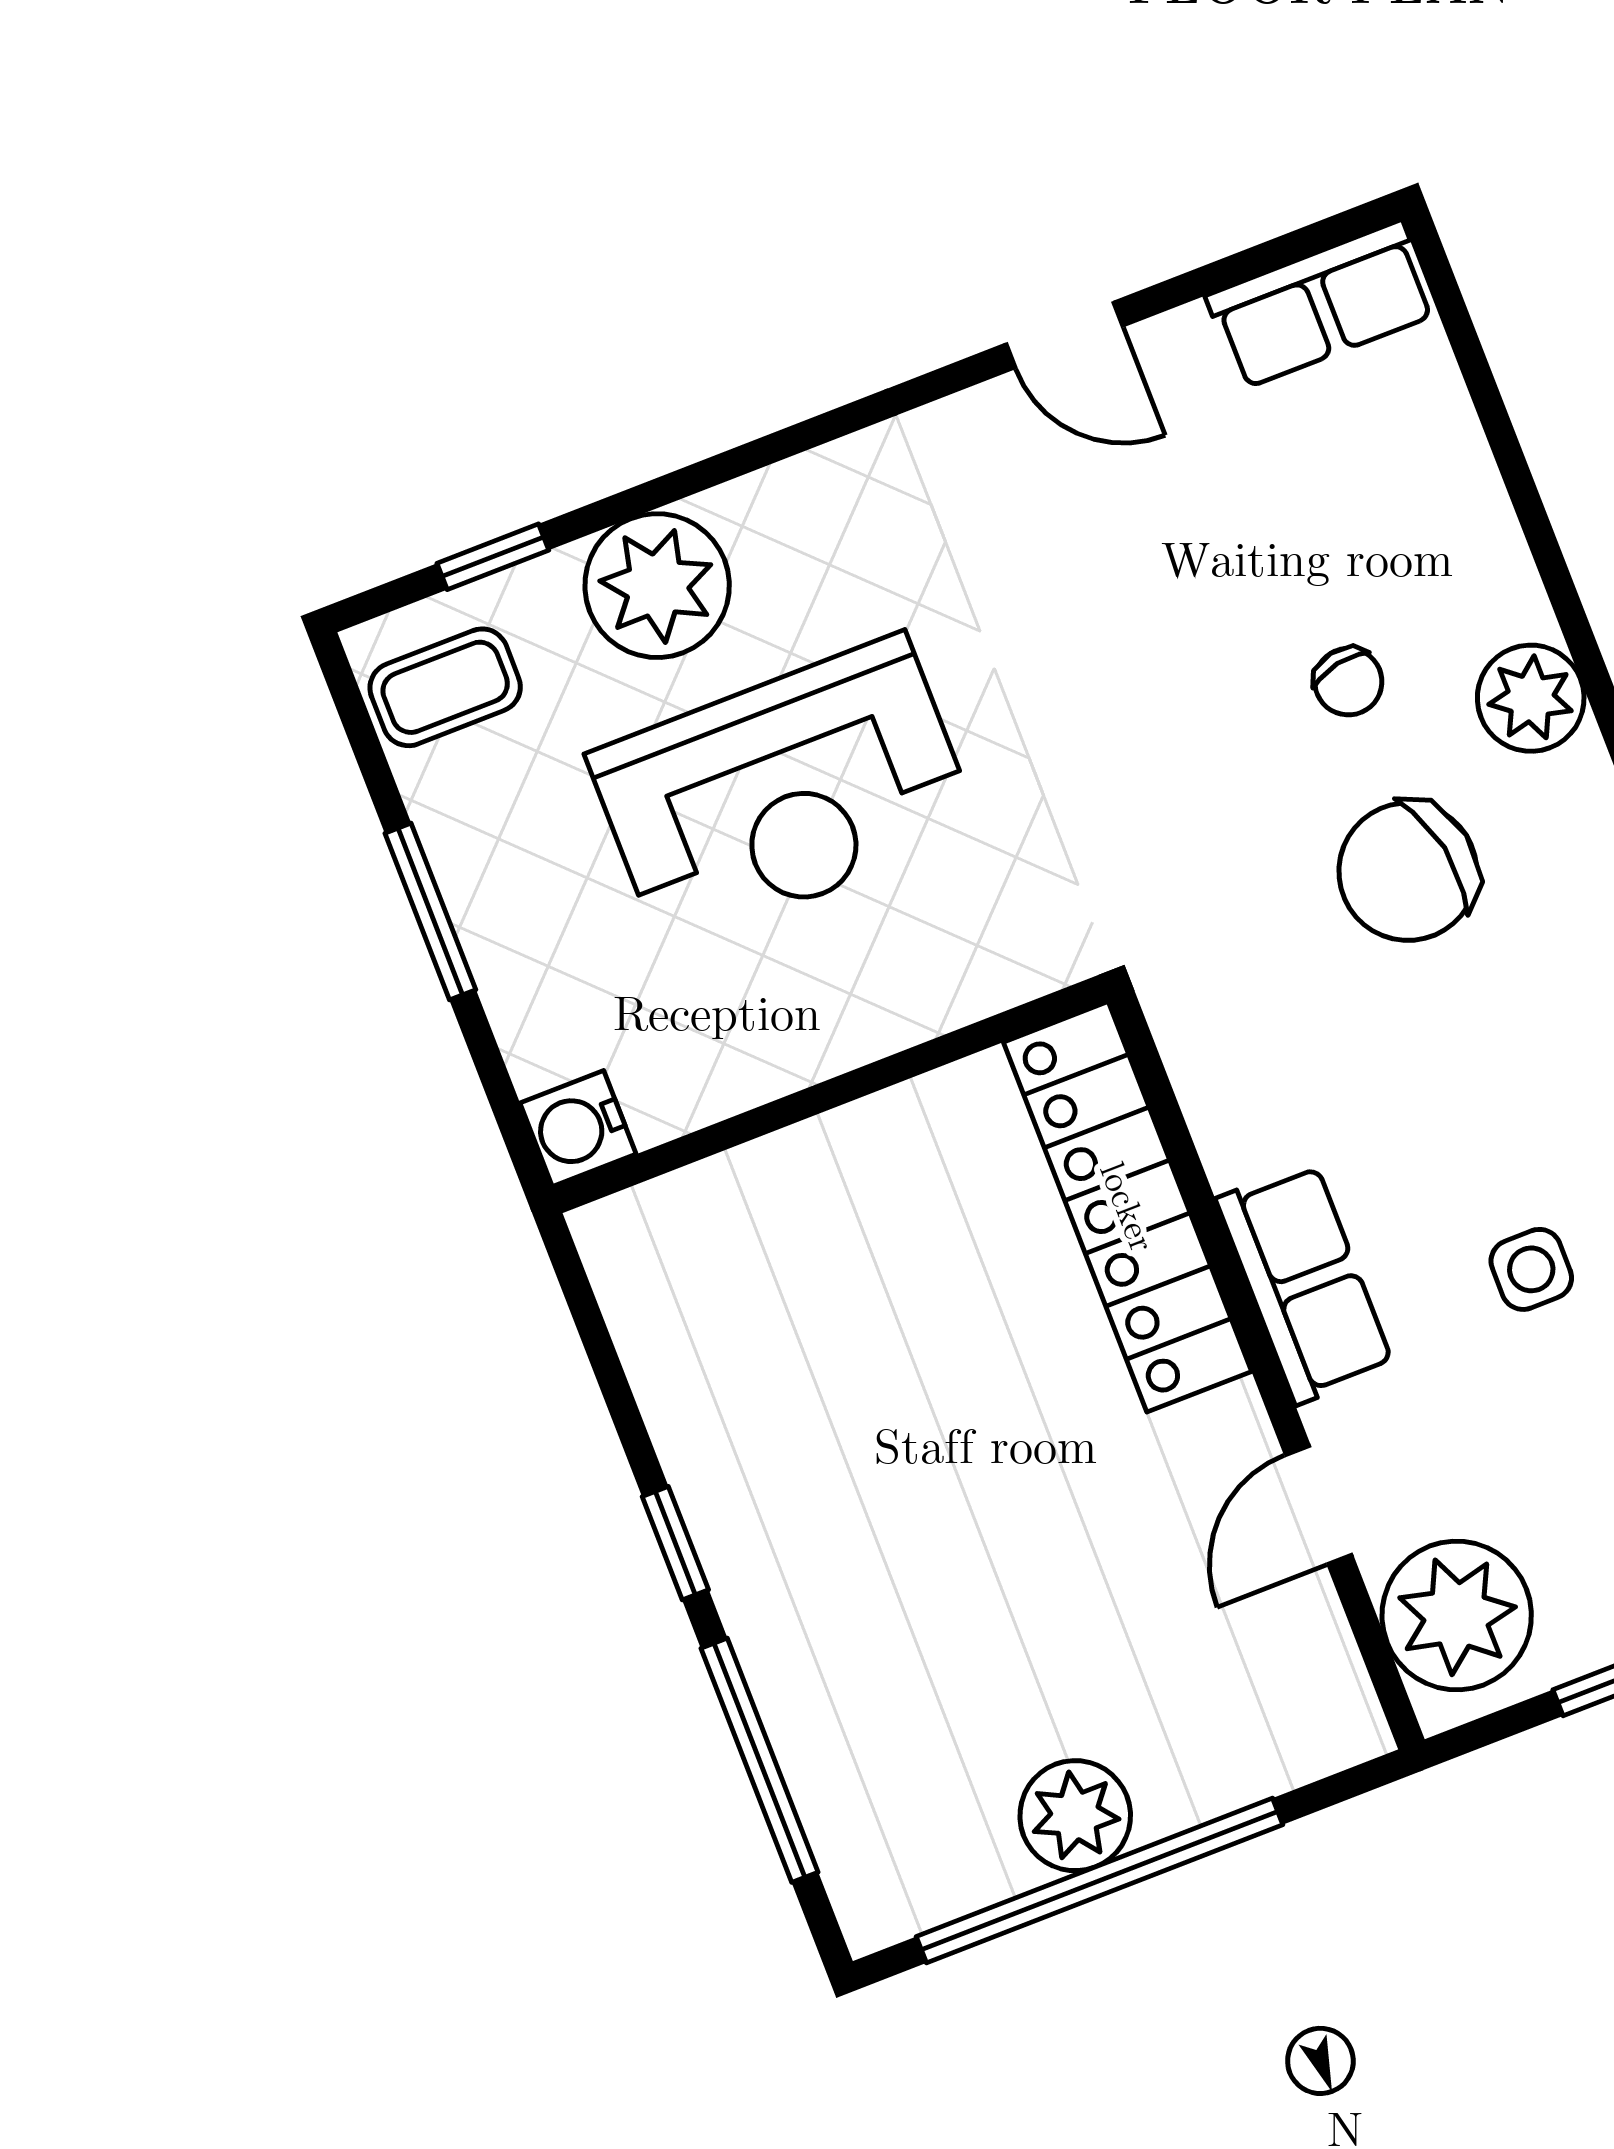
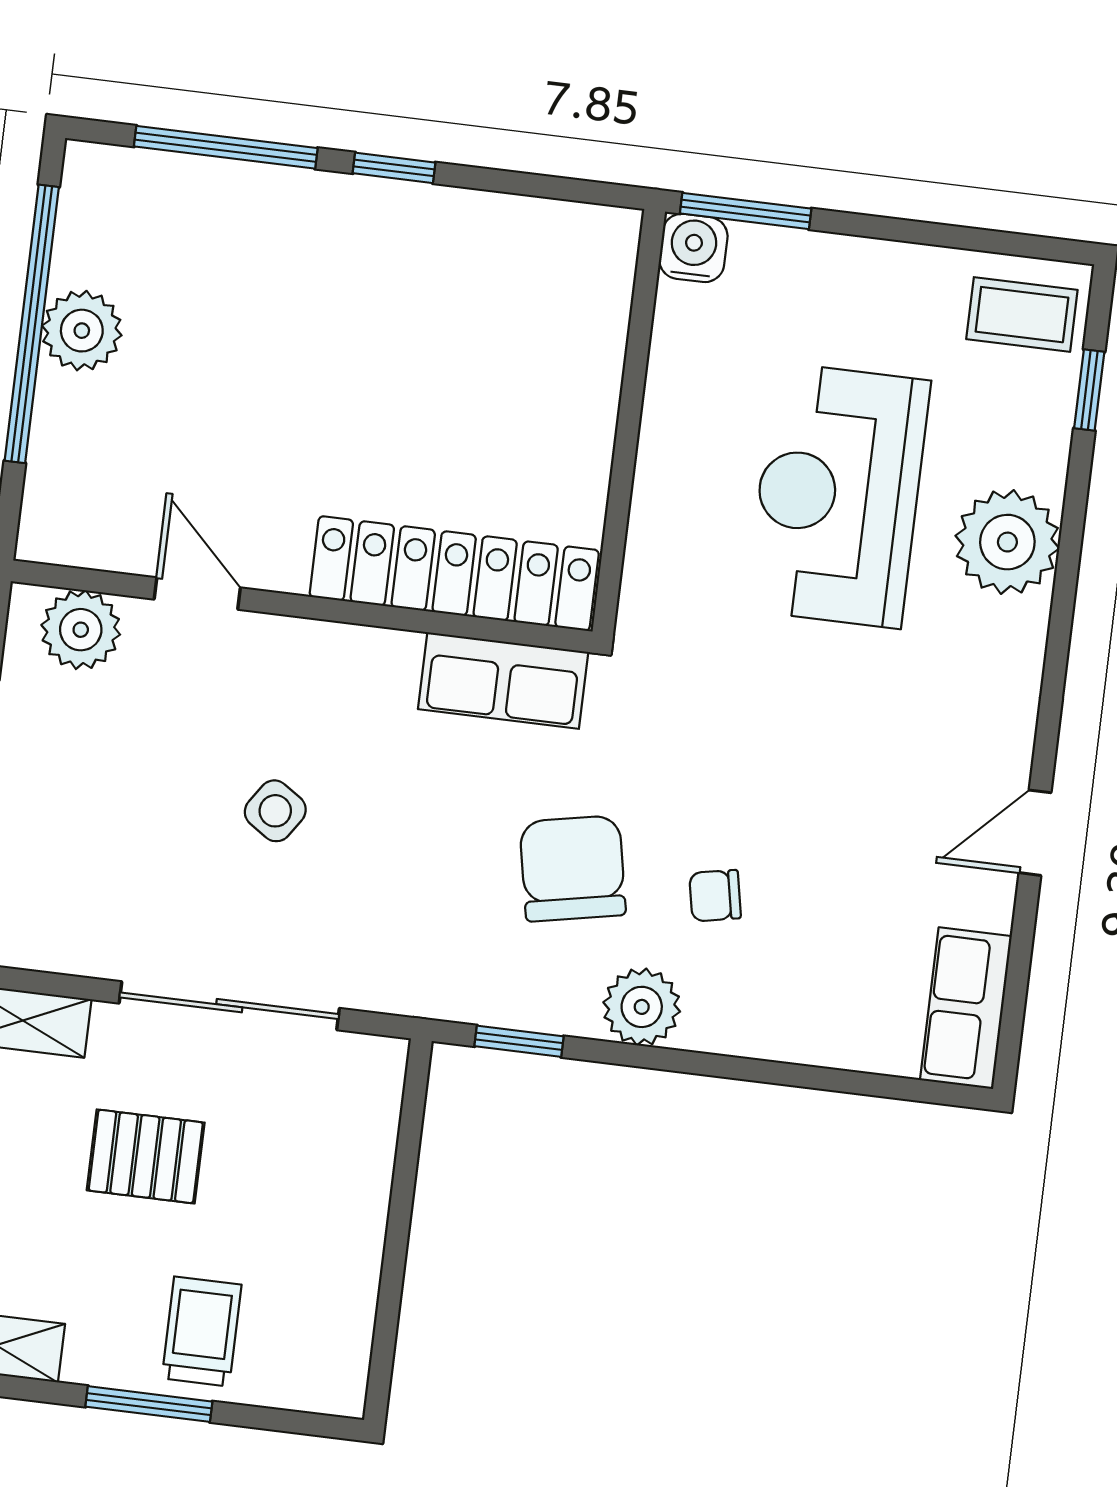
plant: (657, 586) -> (1007, 542), moved
coffee table: (445, 687) -> (1022, 315), turned 90
window: (430, 912) -> (746, 211), moved
side table: (1531, 1269) -> (275, 811), turned 34
row of seats: (1305, 1283) -> (503, 681), moved
plant: (1457, 1616) -> (81, 630), width x0.73, depth x0.73

